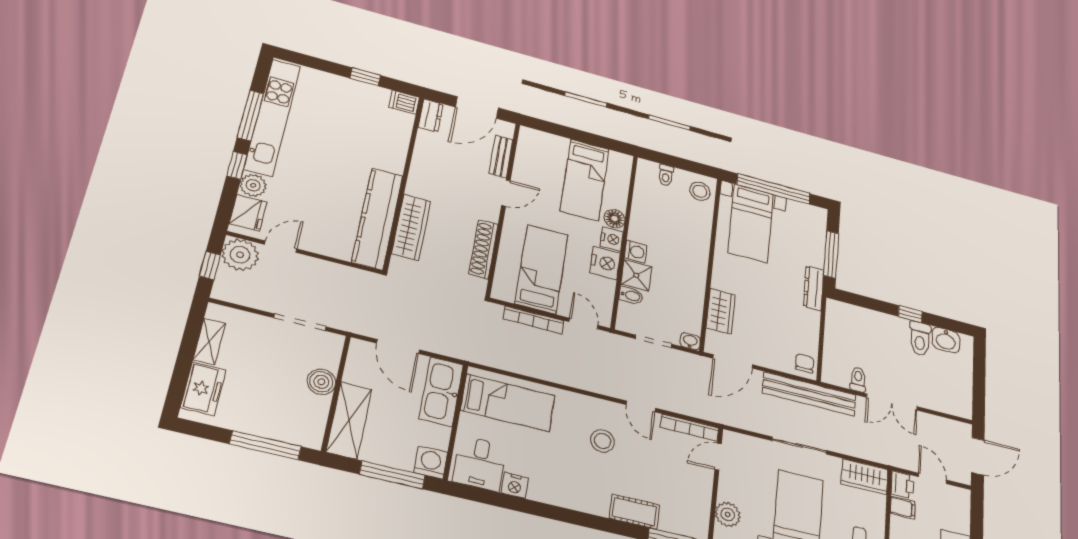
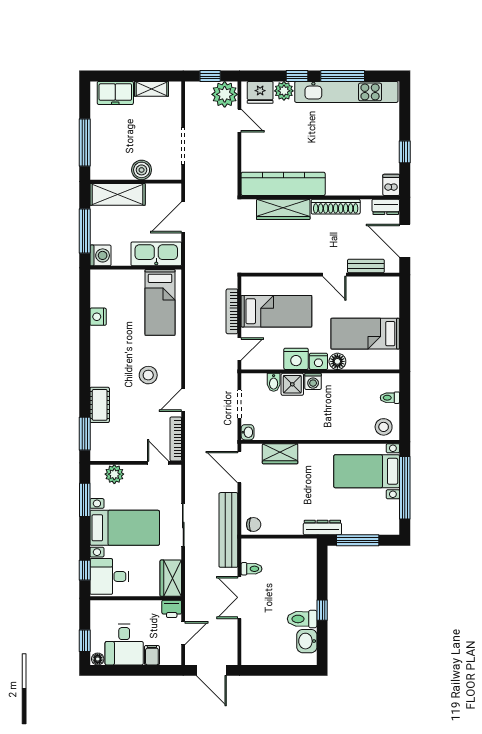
shoe rack: (483, 249) -> (336, 207), moved, turned 180
desk: (480, 464) -> (108, 290), removed
filing cabinet: (903, 508) -> (152, 655), moved, turned 180

